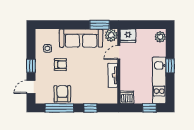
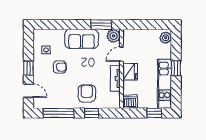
fridge: (128, 36) -> (130, 72), moved, turned -90
sofa: (81, 38) -> (82, 39), width x0.73
door: (31, 87) -> (28, 91), swing flipped
armchair: (62, 94) -> (87, 93), moved

